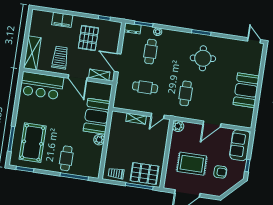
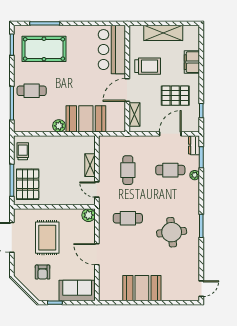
shelving: (32, 53) -> (163, 33), moved
door: (118, 63) -> (170, 134), moved

